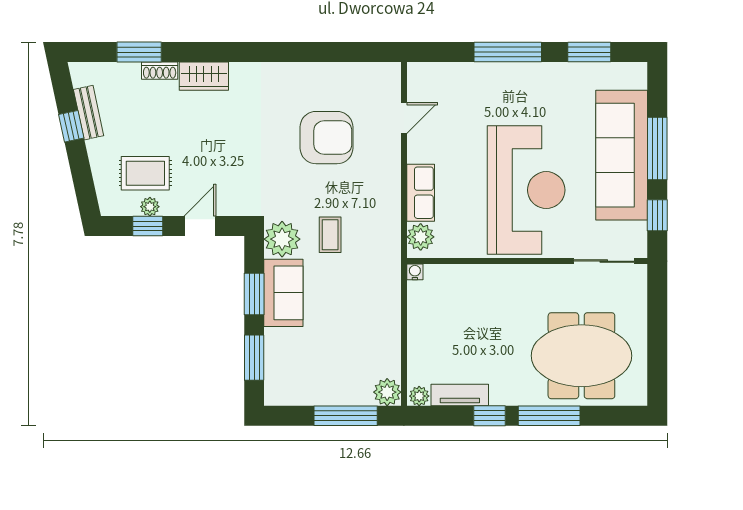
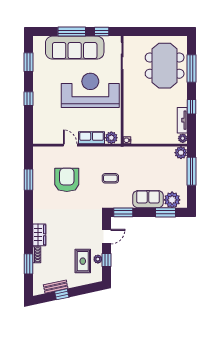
window: (327, 52) -> (28, 180), added
window: (508, 52) -> (28, 99), width x0.46
door: (404, 118) -> (70, 145), moved
door: (200, 226) -> (106, 237), swing flipped
plant: (282, 239) -> (172, 200), moved
sofa: (283, 293) -> (148, 199), moved
window: (254, 294) -> (123, 212), moved
window: (549, 416) -> (192, 69), moved

